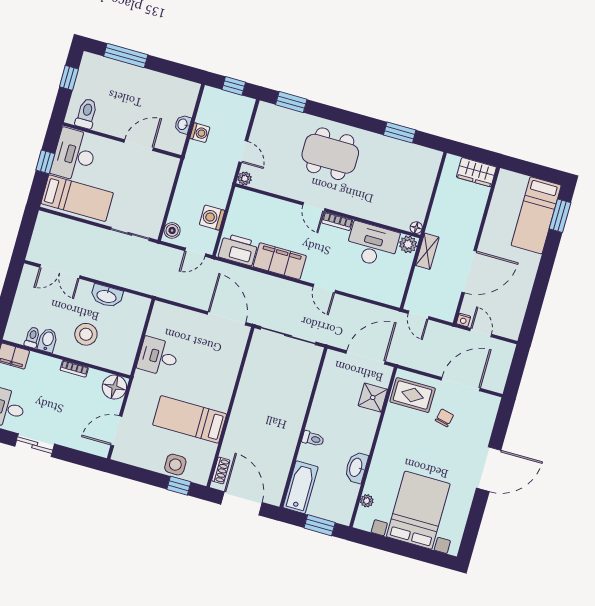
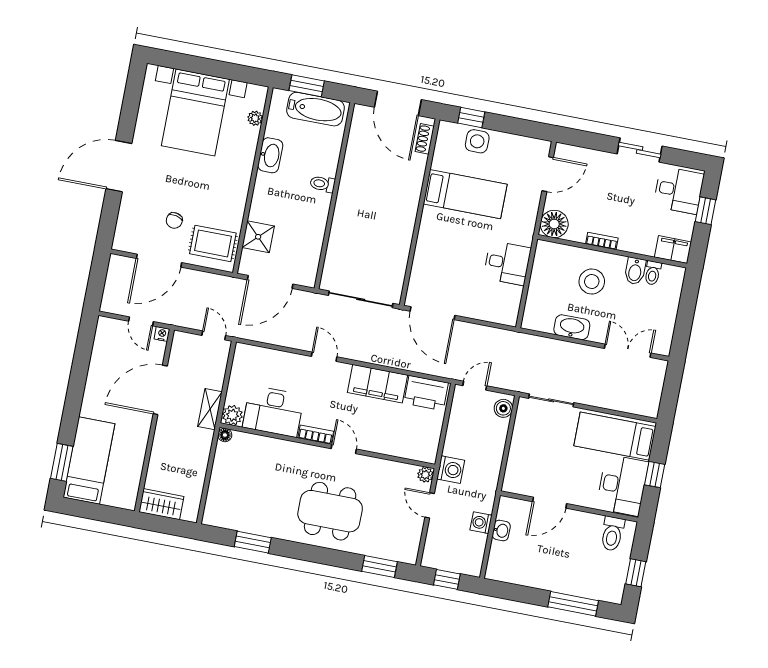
washing machine: (212, 218) -> (451, 470), moved
bathtub: (301, 487) -> (316, 109), moved, turned -90

